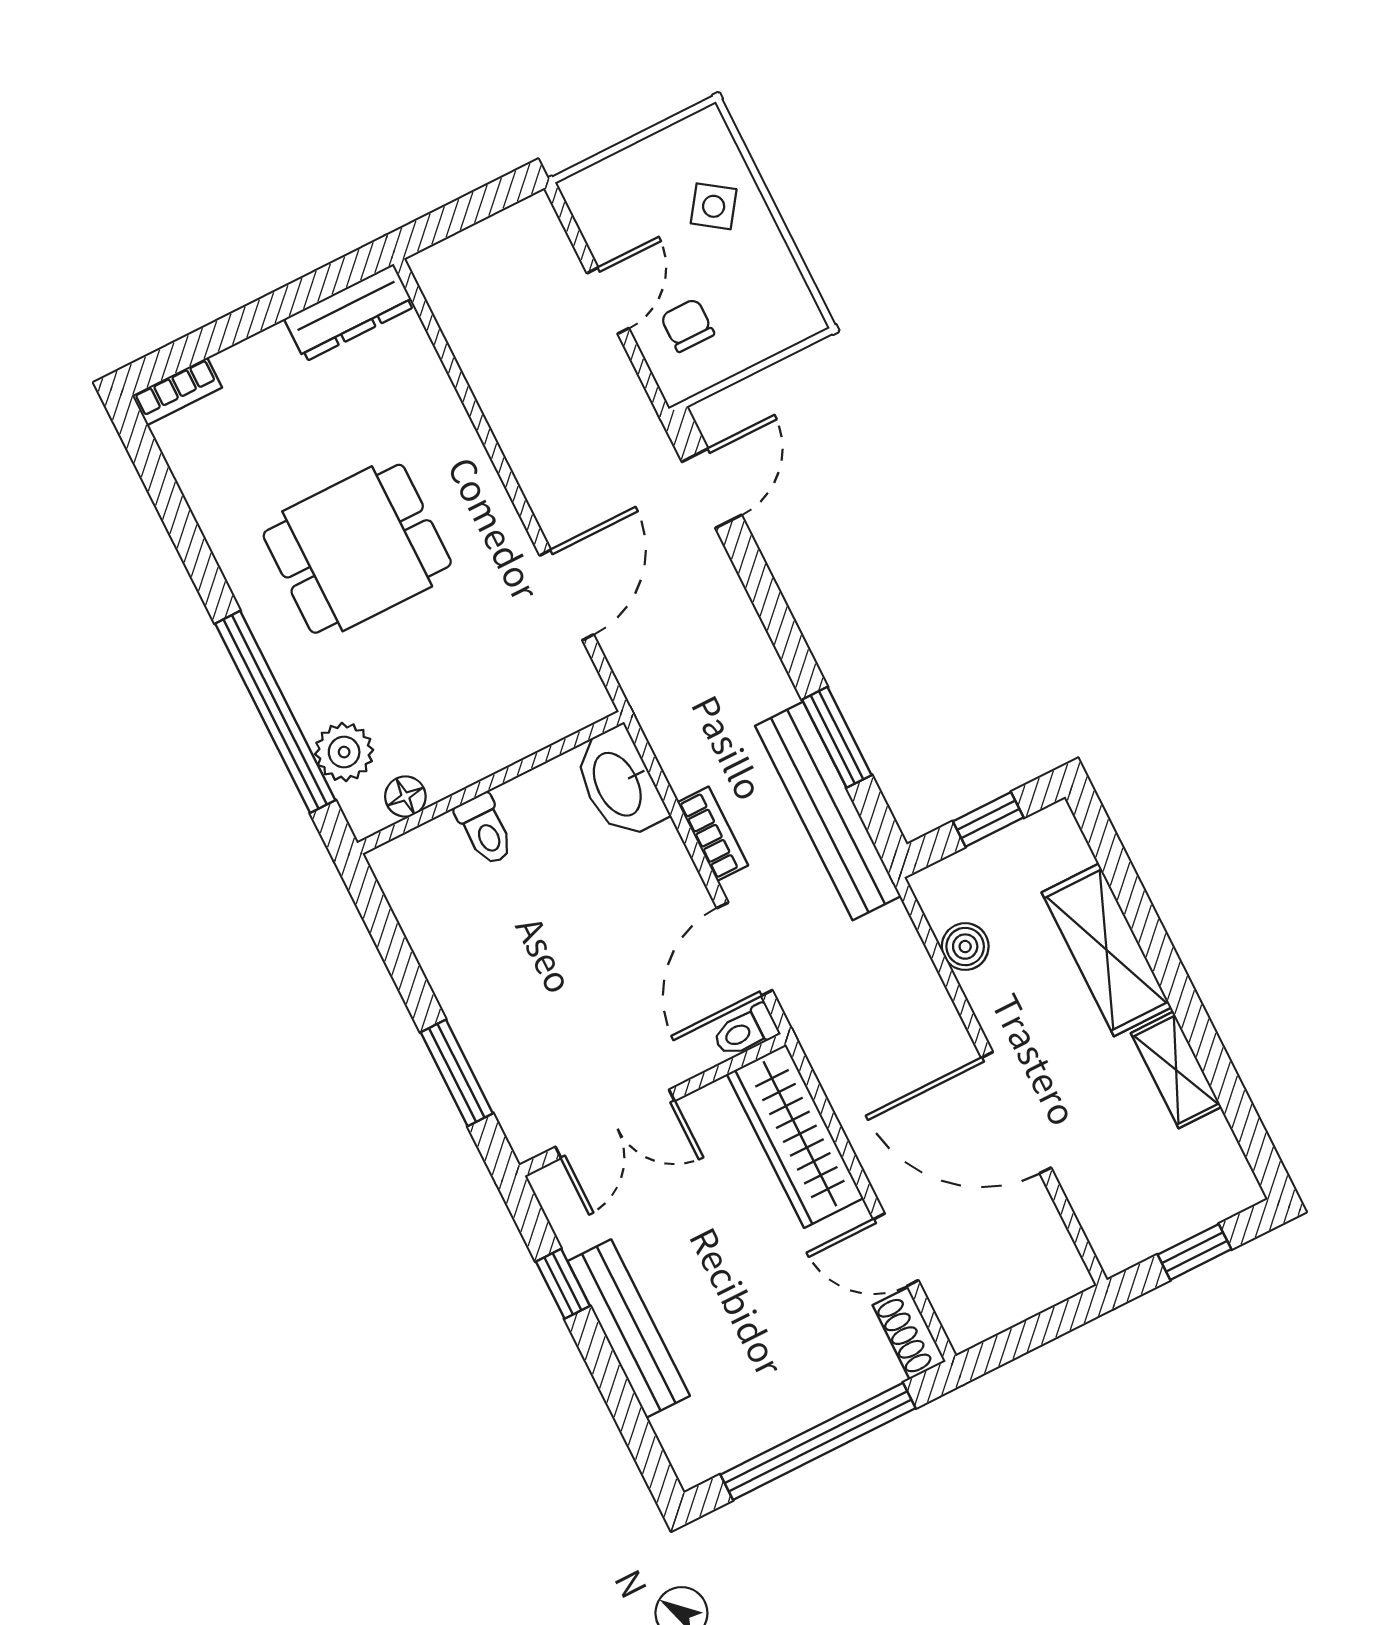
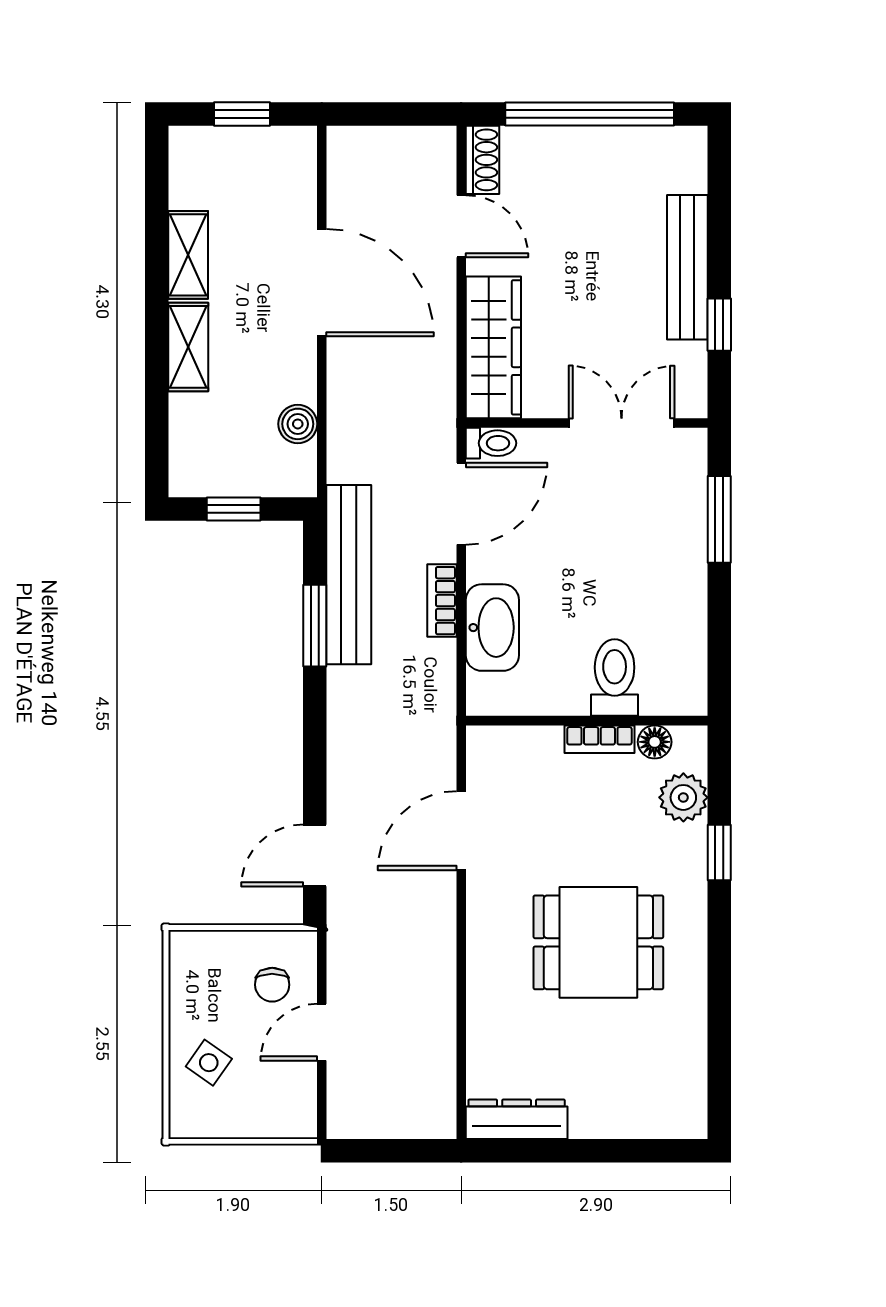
bookcase: (177, 391) -> (599, 739), moved, turned 180
window: (275, 712) -> (719, 853), width x0.32
washbasin: (619, 783) -> (492, 628), moved
toilet: (485, 829) -> (615, 678), width x1.37, depth x1.39
shelving: (1107, 950) -> (188, 347), width x0.67, depth x0.75

